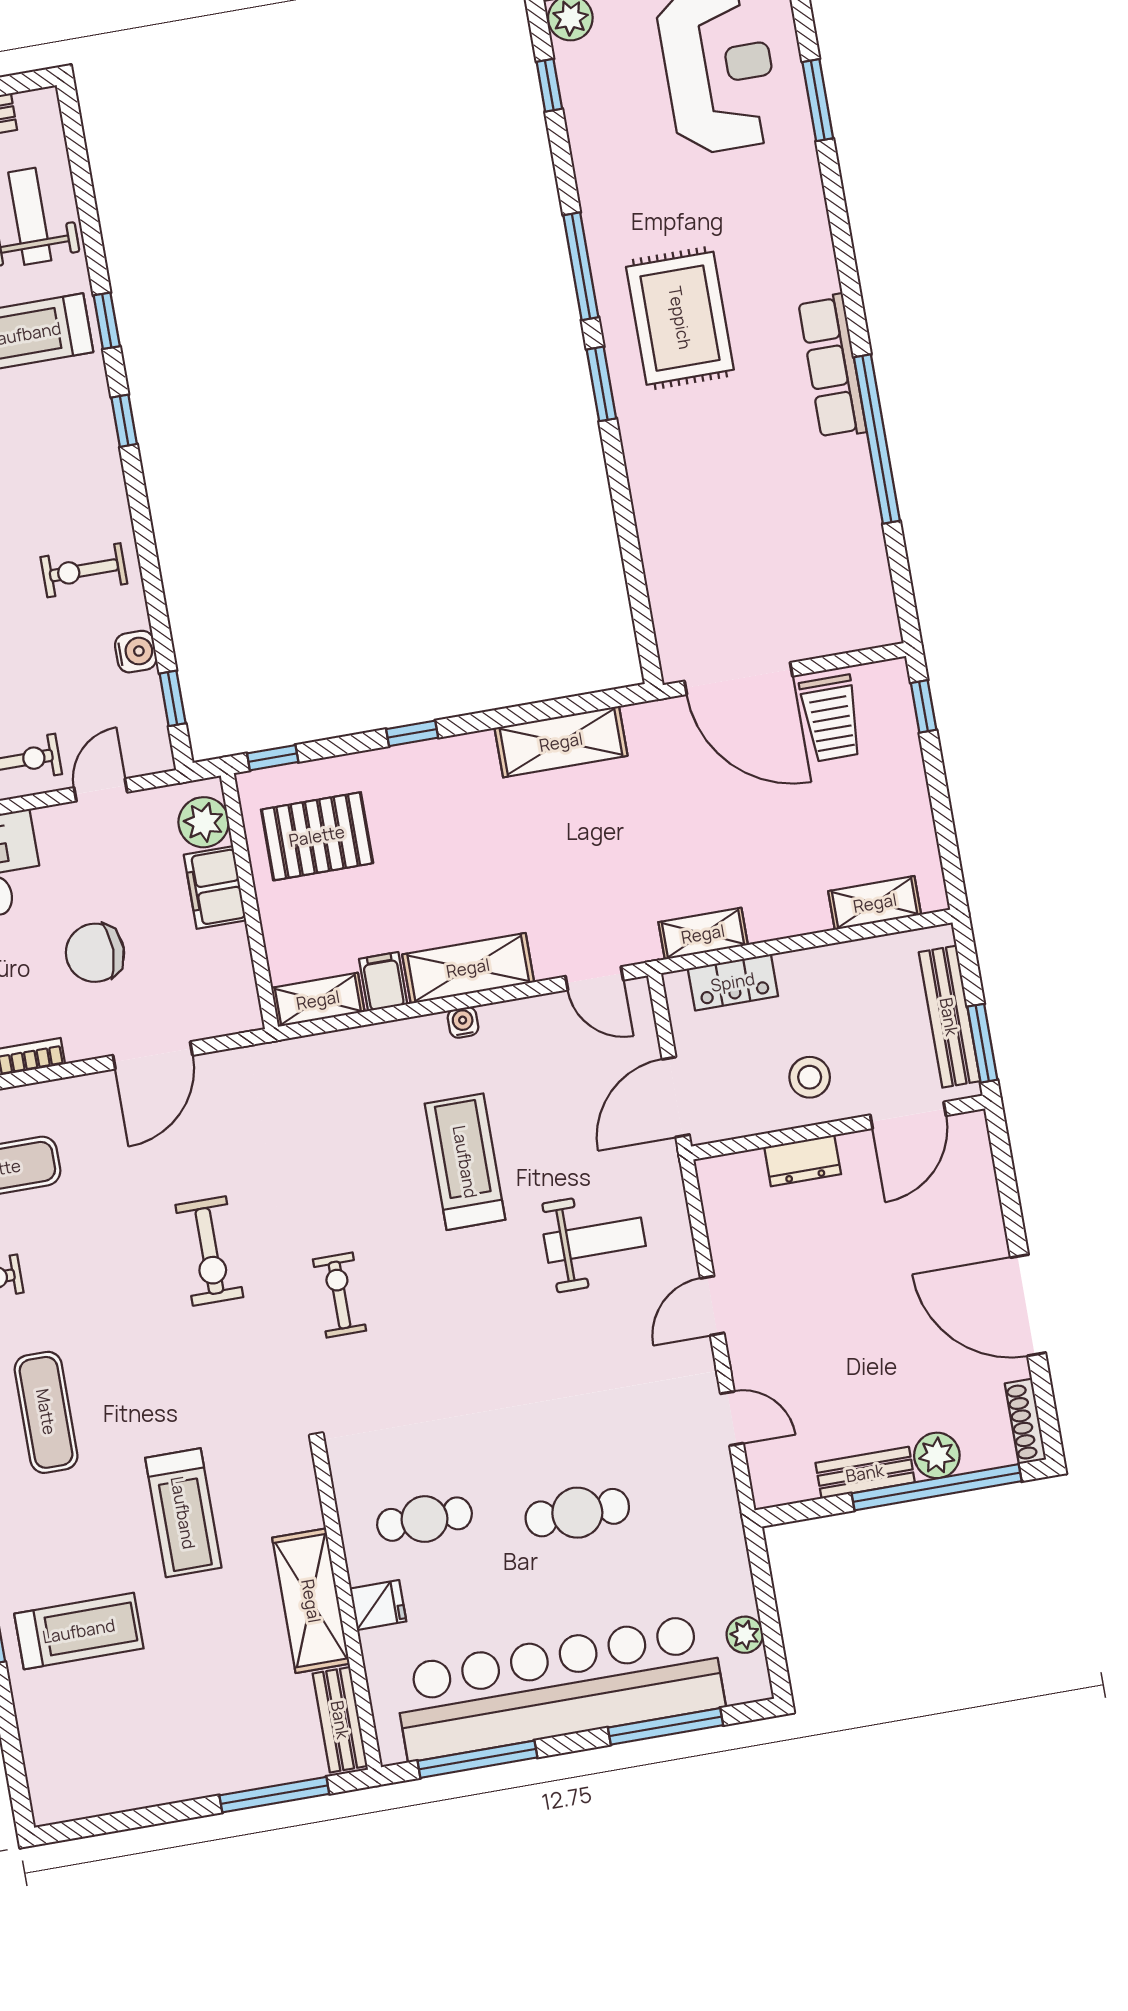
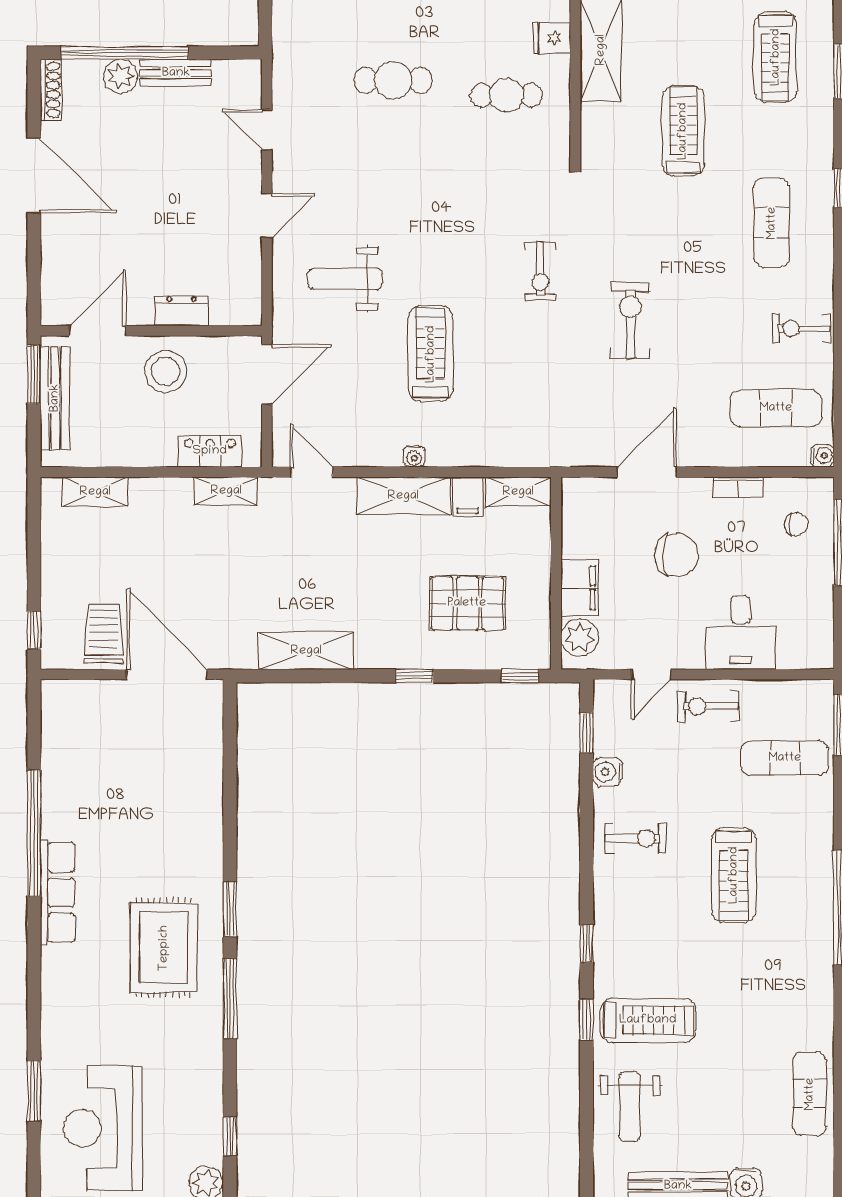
pallet: (317, 836) -> (467, 603), moved
stool: (810, 1077) -> (166, 371), width x1.38, depth x1.38
treadmill: (465, 1162) -> (431, 354), turned 180
treadmill: (79, 1631) -> (776, 57), turned -90

